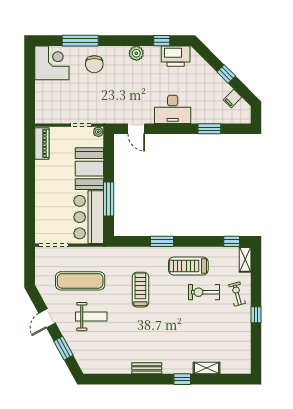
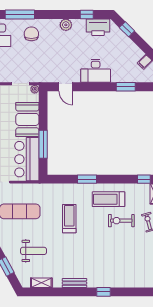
chair: (94, 64) -> (31, 34), turned 180
window: (226, 74) -> (127, 29), moved
weight bench: (91, 317) -> (34, 251), moved
shelving: (206, 368) -> (41, 283), moved

